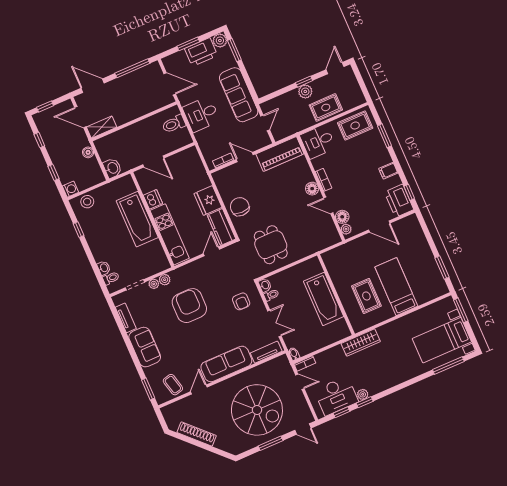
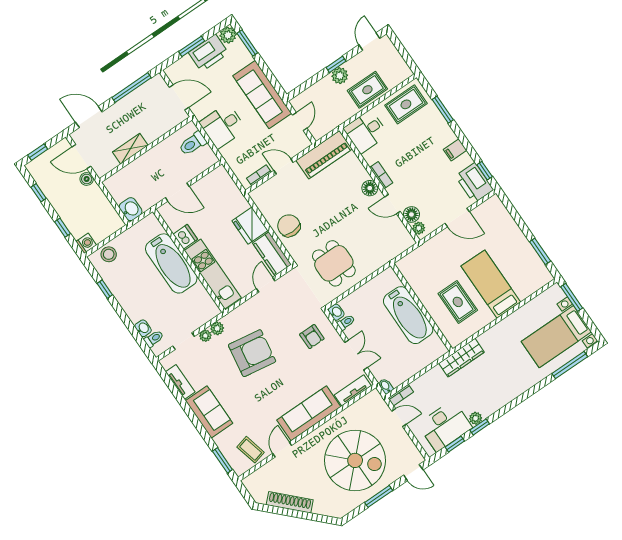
shelving: (102, 127) -> (130, 149), moved
boiler: (88, 152) -> (87, 179), moved
armchair: (189, 306) -> (252, 353), turned 99

